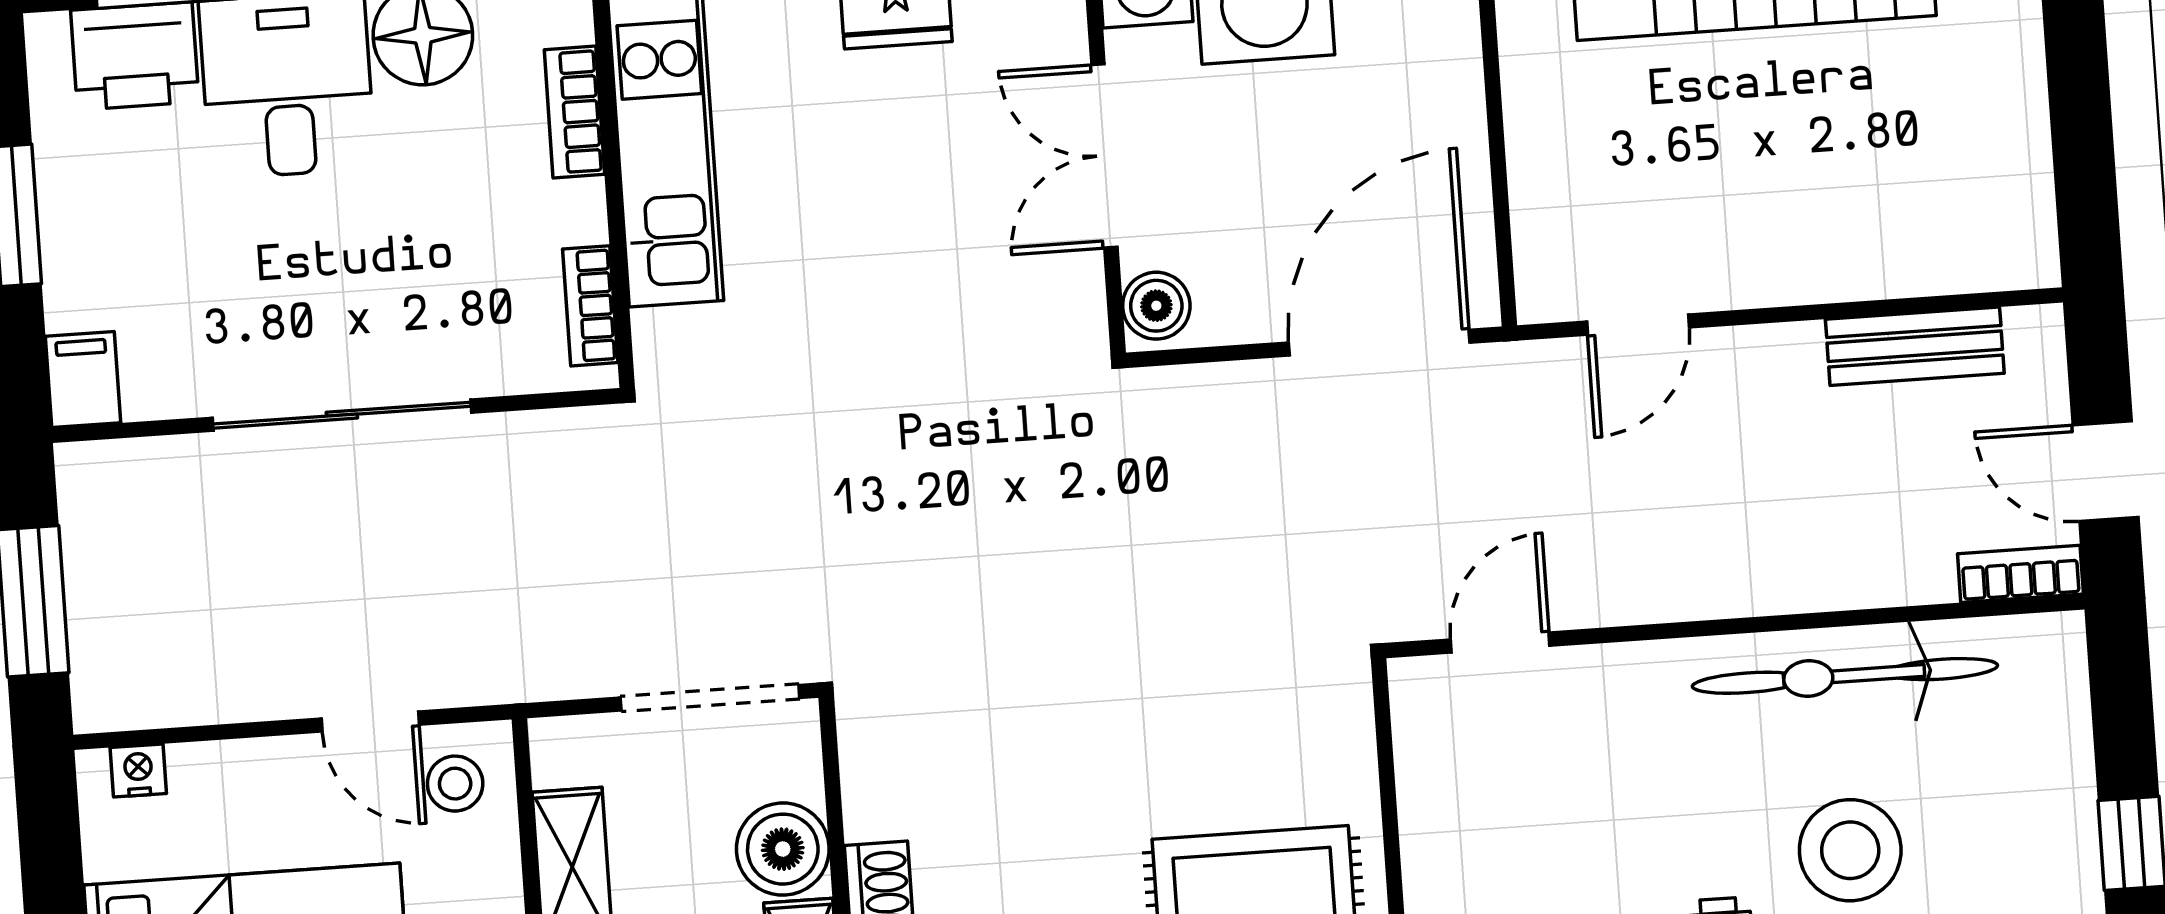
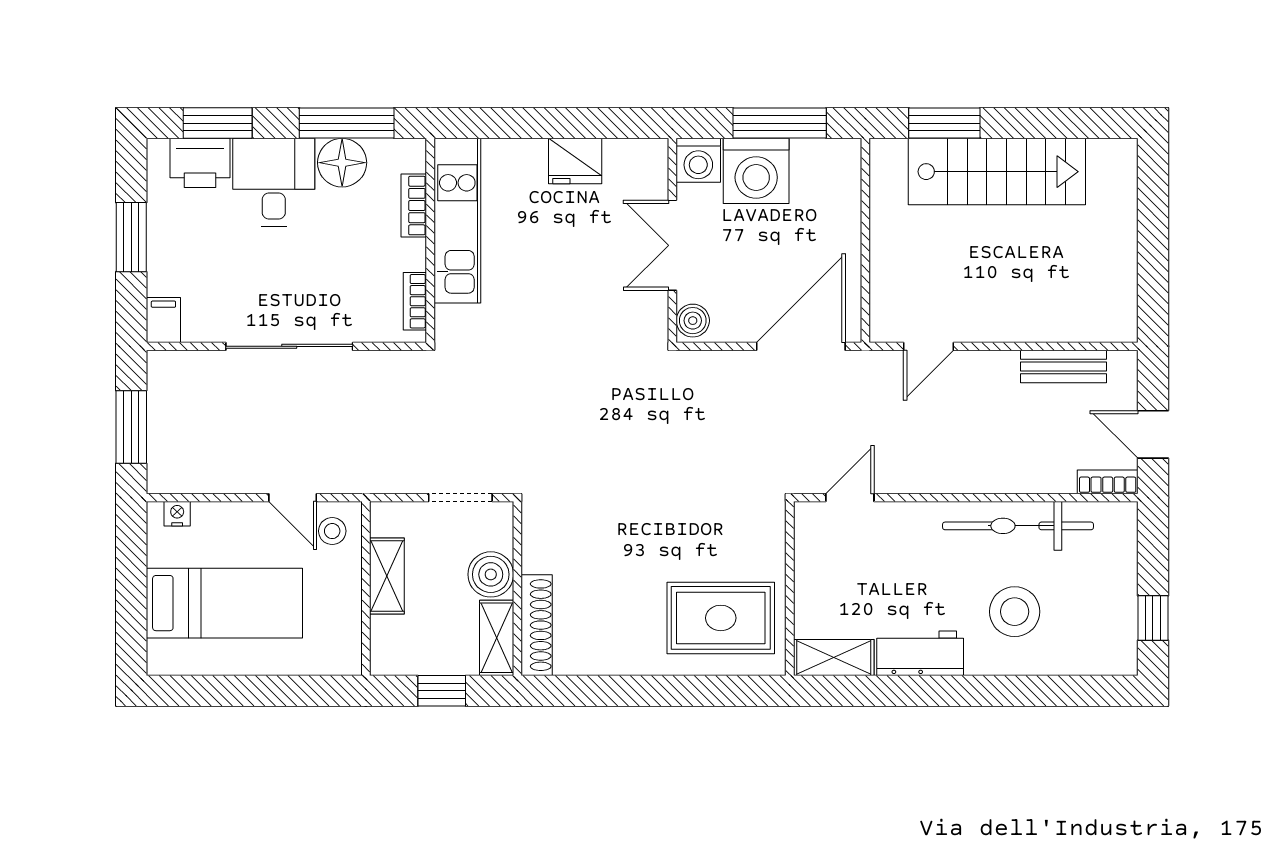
doorway: (710, 698) -> (460, 498), width x0.73

